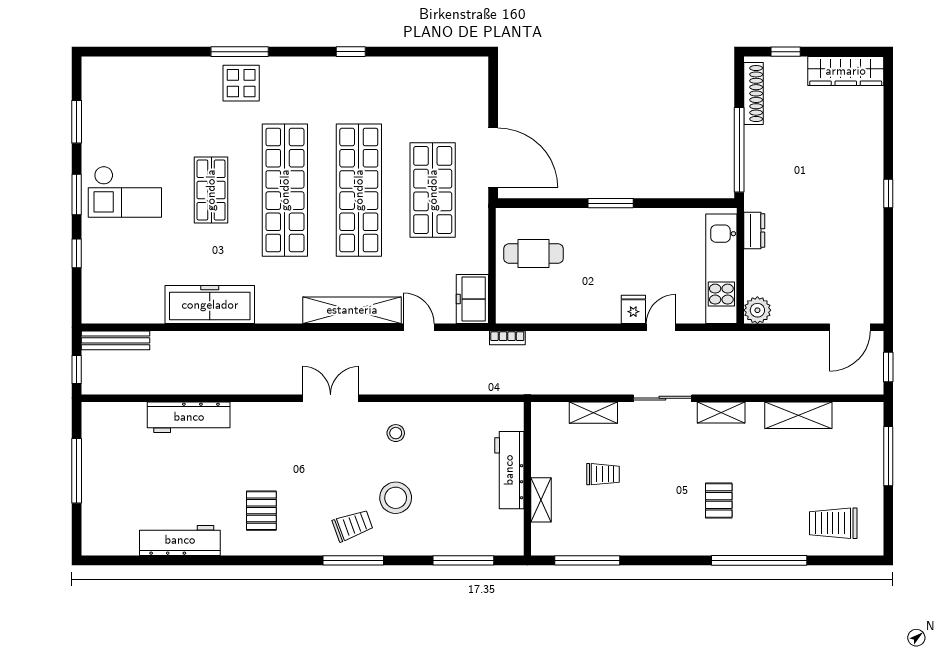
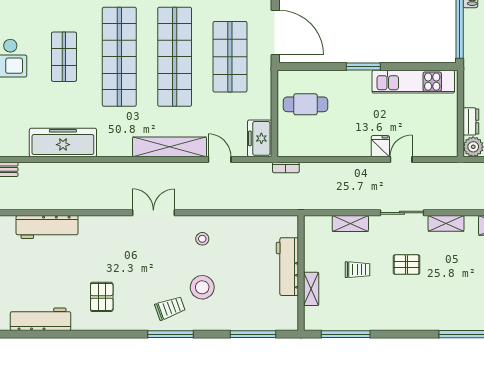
dresser: (754, 230) -> (471, 121), moved
kitchen unit: (721, 269) -> (413, 82), moved, turned -90
pallet: (719, 500) -> (406, 265), moved, turned 90

